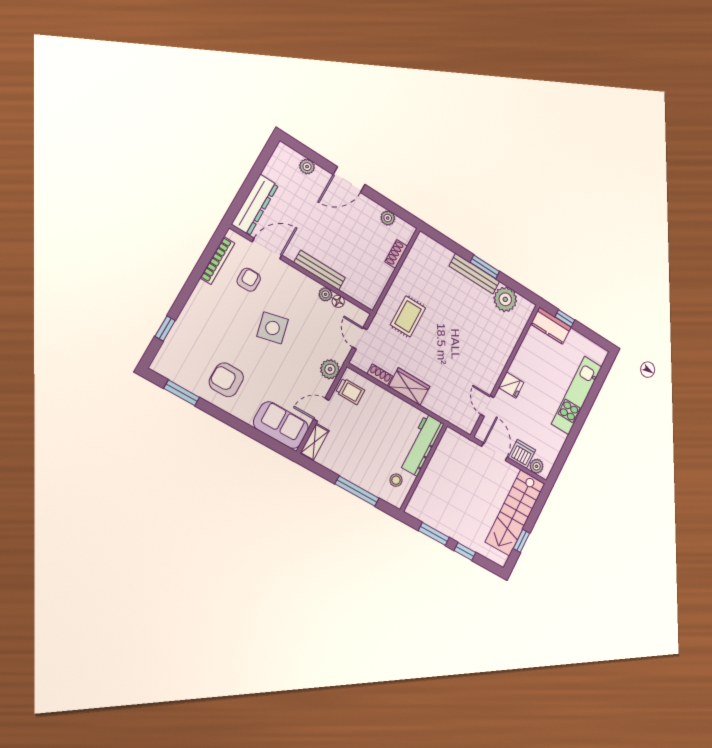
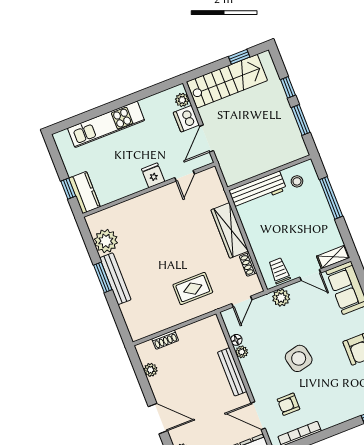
wardrobe: (409, 386) -> (230, 230), width x1.50

